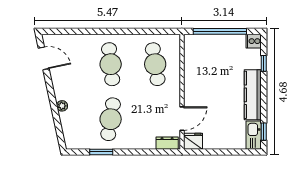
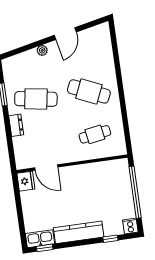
door: (44, 58) -> (65, 34), moved
cafe table: (111, 64) -> (89, 91), turned 30
cafe table: (155, 64) -> (95, 134), width x0.73, depth x0.74
dresser: (167, 143) -> (16, 125), moved

